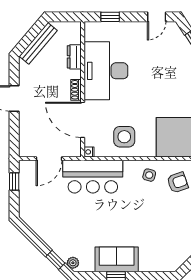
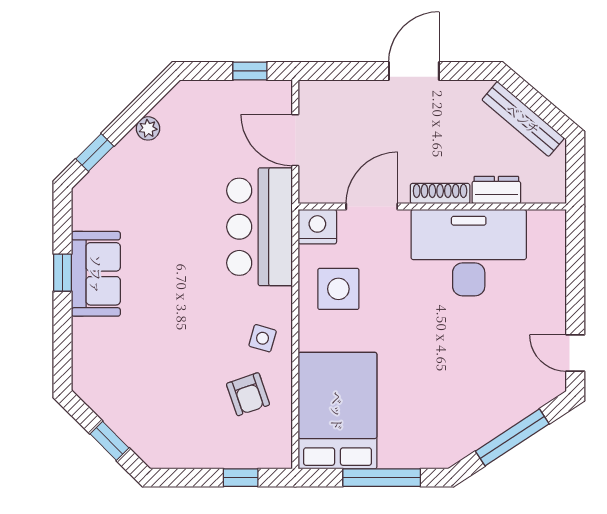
window: (110, 17) -> (575, 261), removed
shoe rack: (76, 90) -> (440, 194), width x1.43
door: (83, 120) -> (372, 207), width x0.73
nightstand: (89, 152) -> (317, 227), width x1.89, depth x1.79
plant: (73, 263) -> (148, 128), moved

